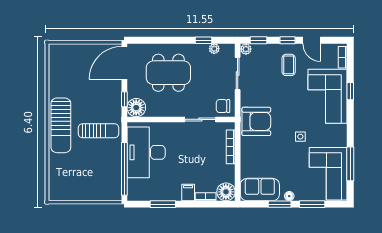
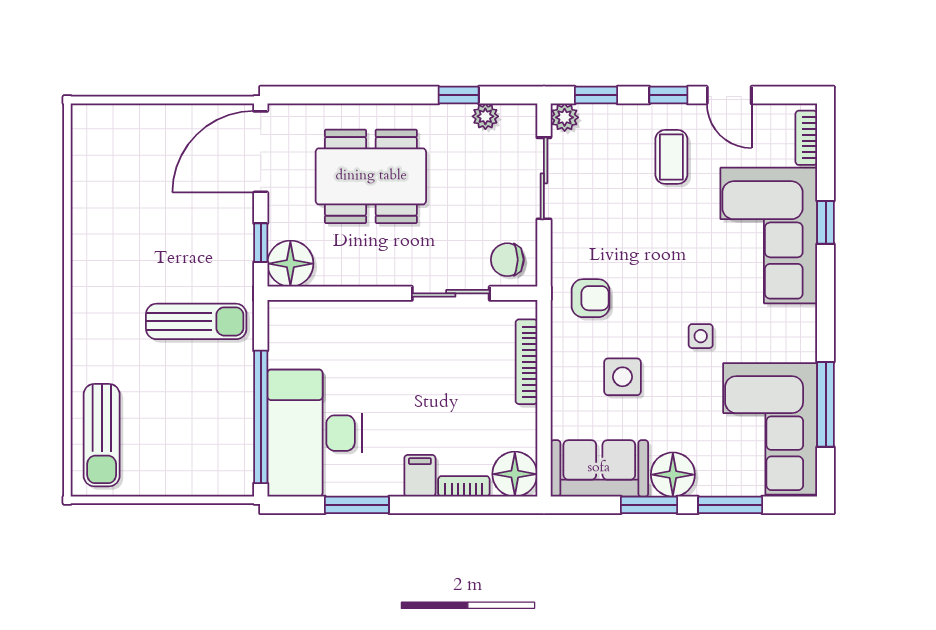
armchair: (256, 121) -> (591, 298), width x0.53, depth x0.53
sun lounger: (61, 125) -> (102, 435), moved, width x0.73, depth x0.75
desk: (146, 152) -> (315, 433), moved
side table: (269, 153) -> (623, 377), added
floor lamp: (289, 196) -> (673, 475), width x1.89, depth x1.89

